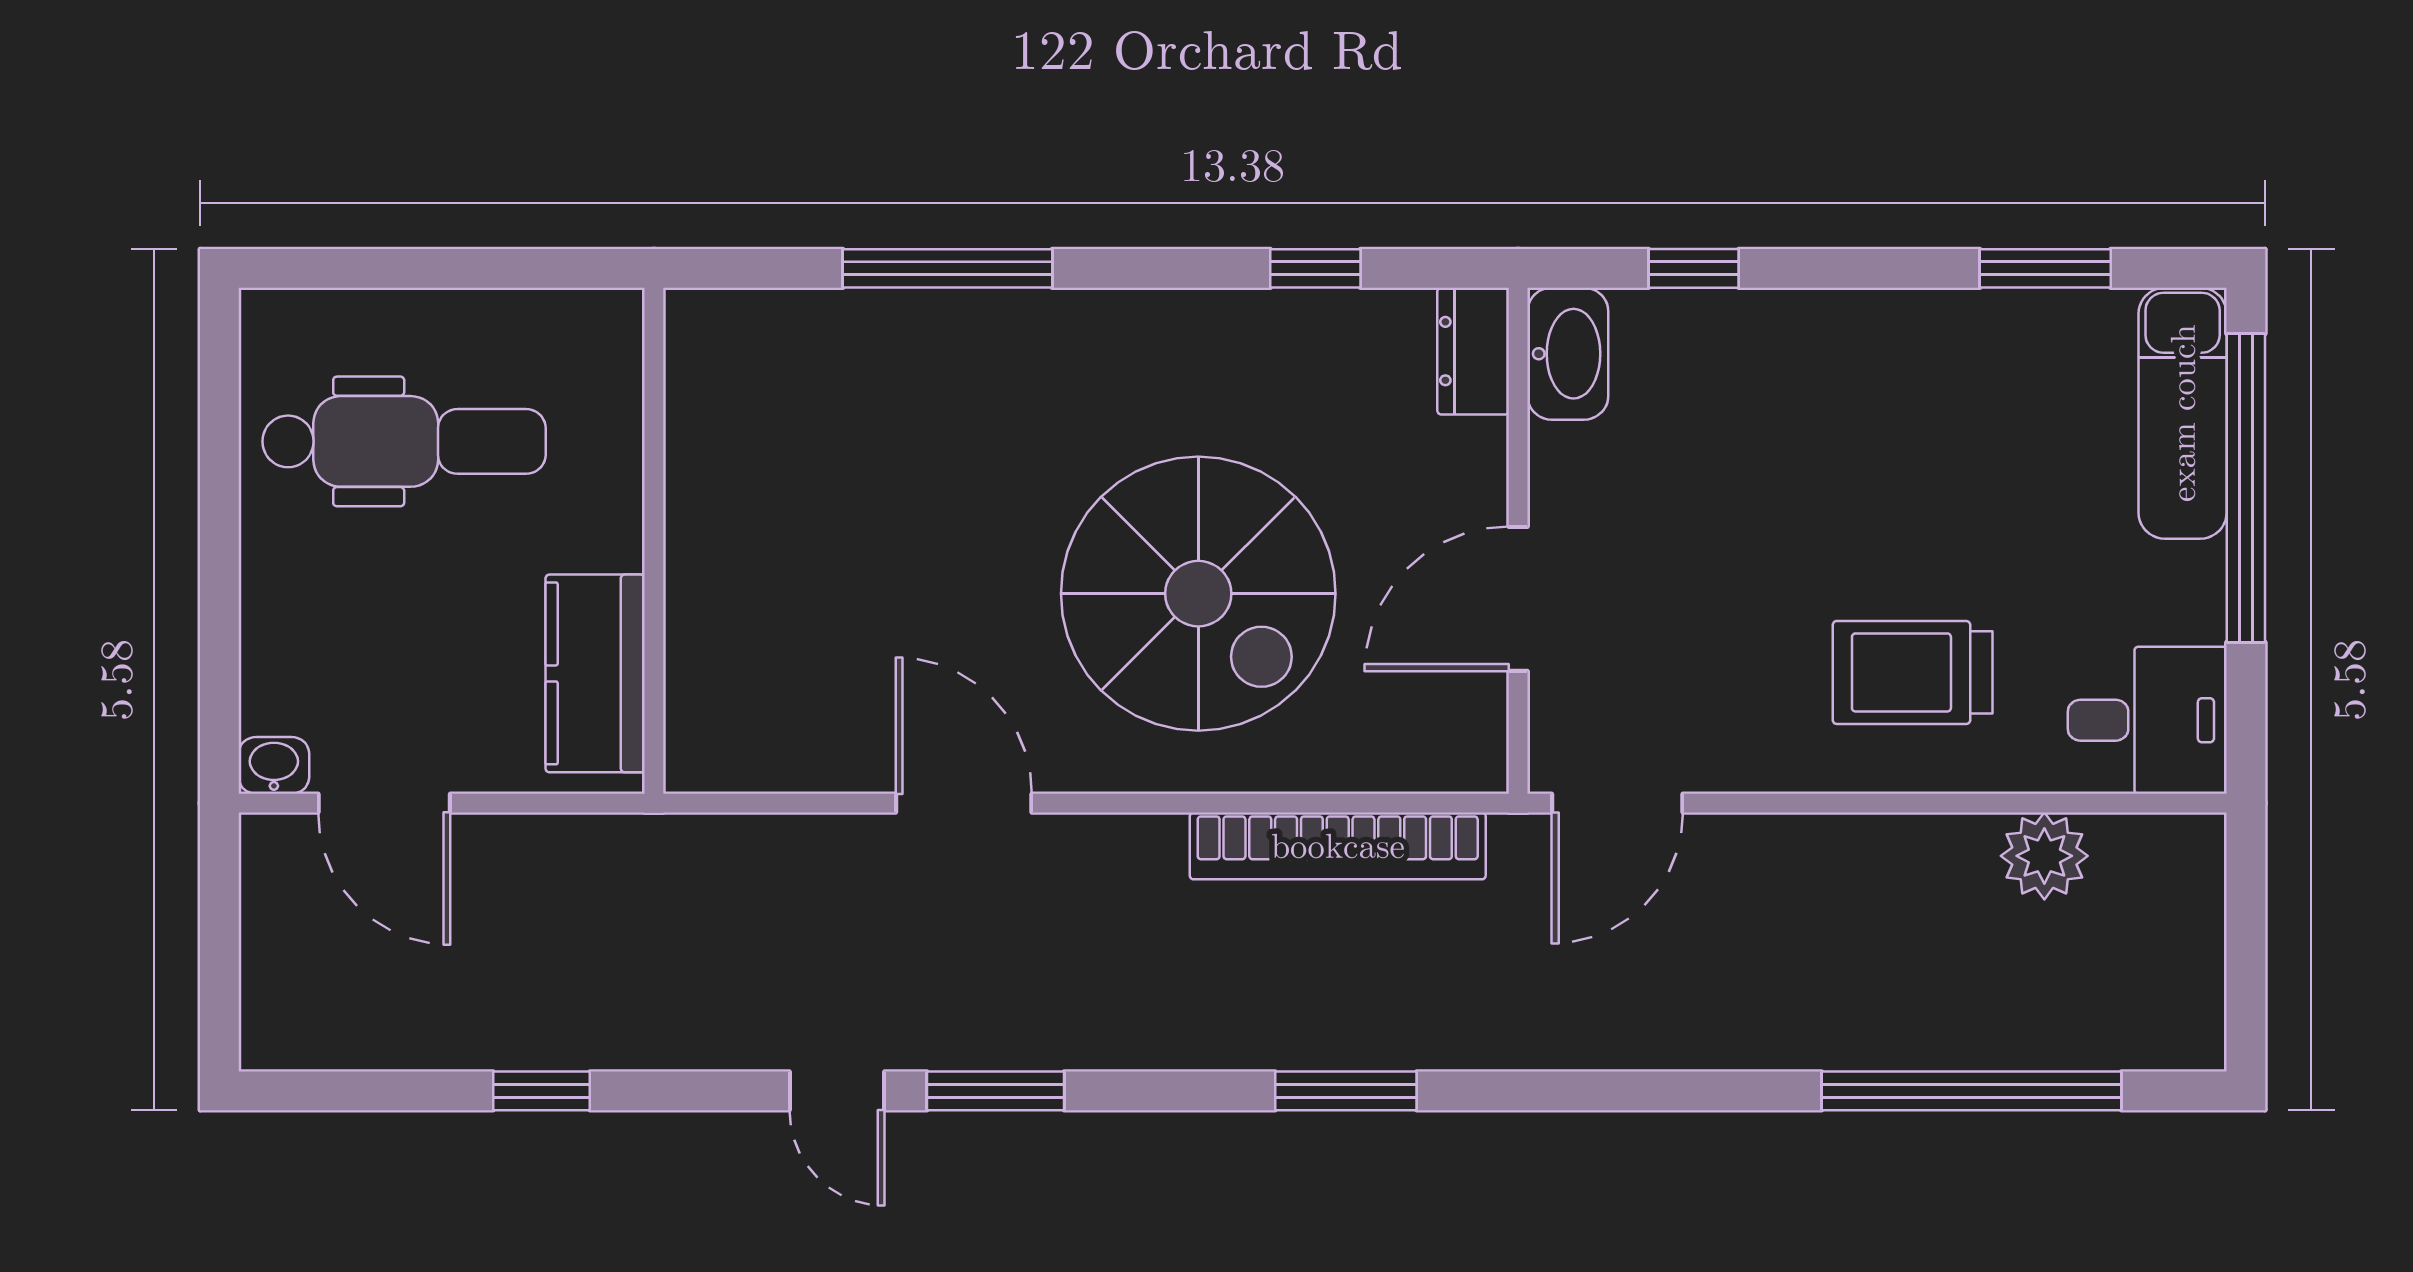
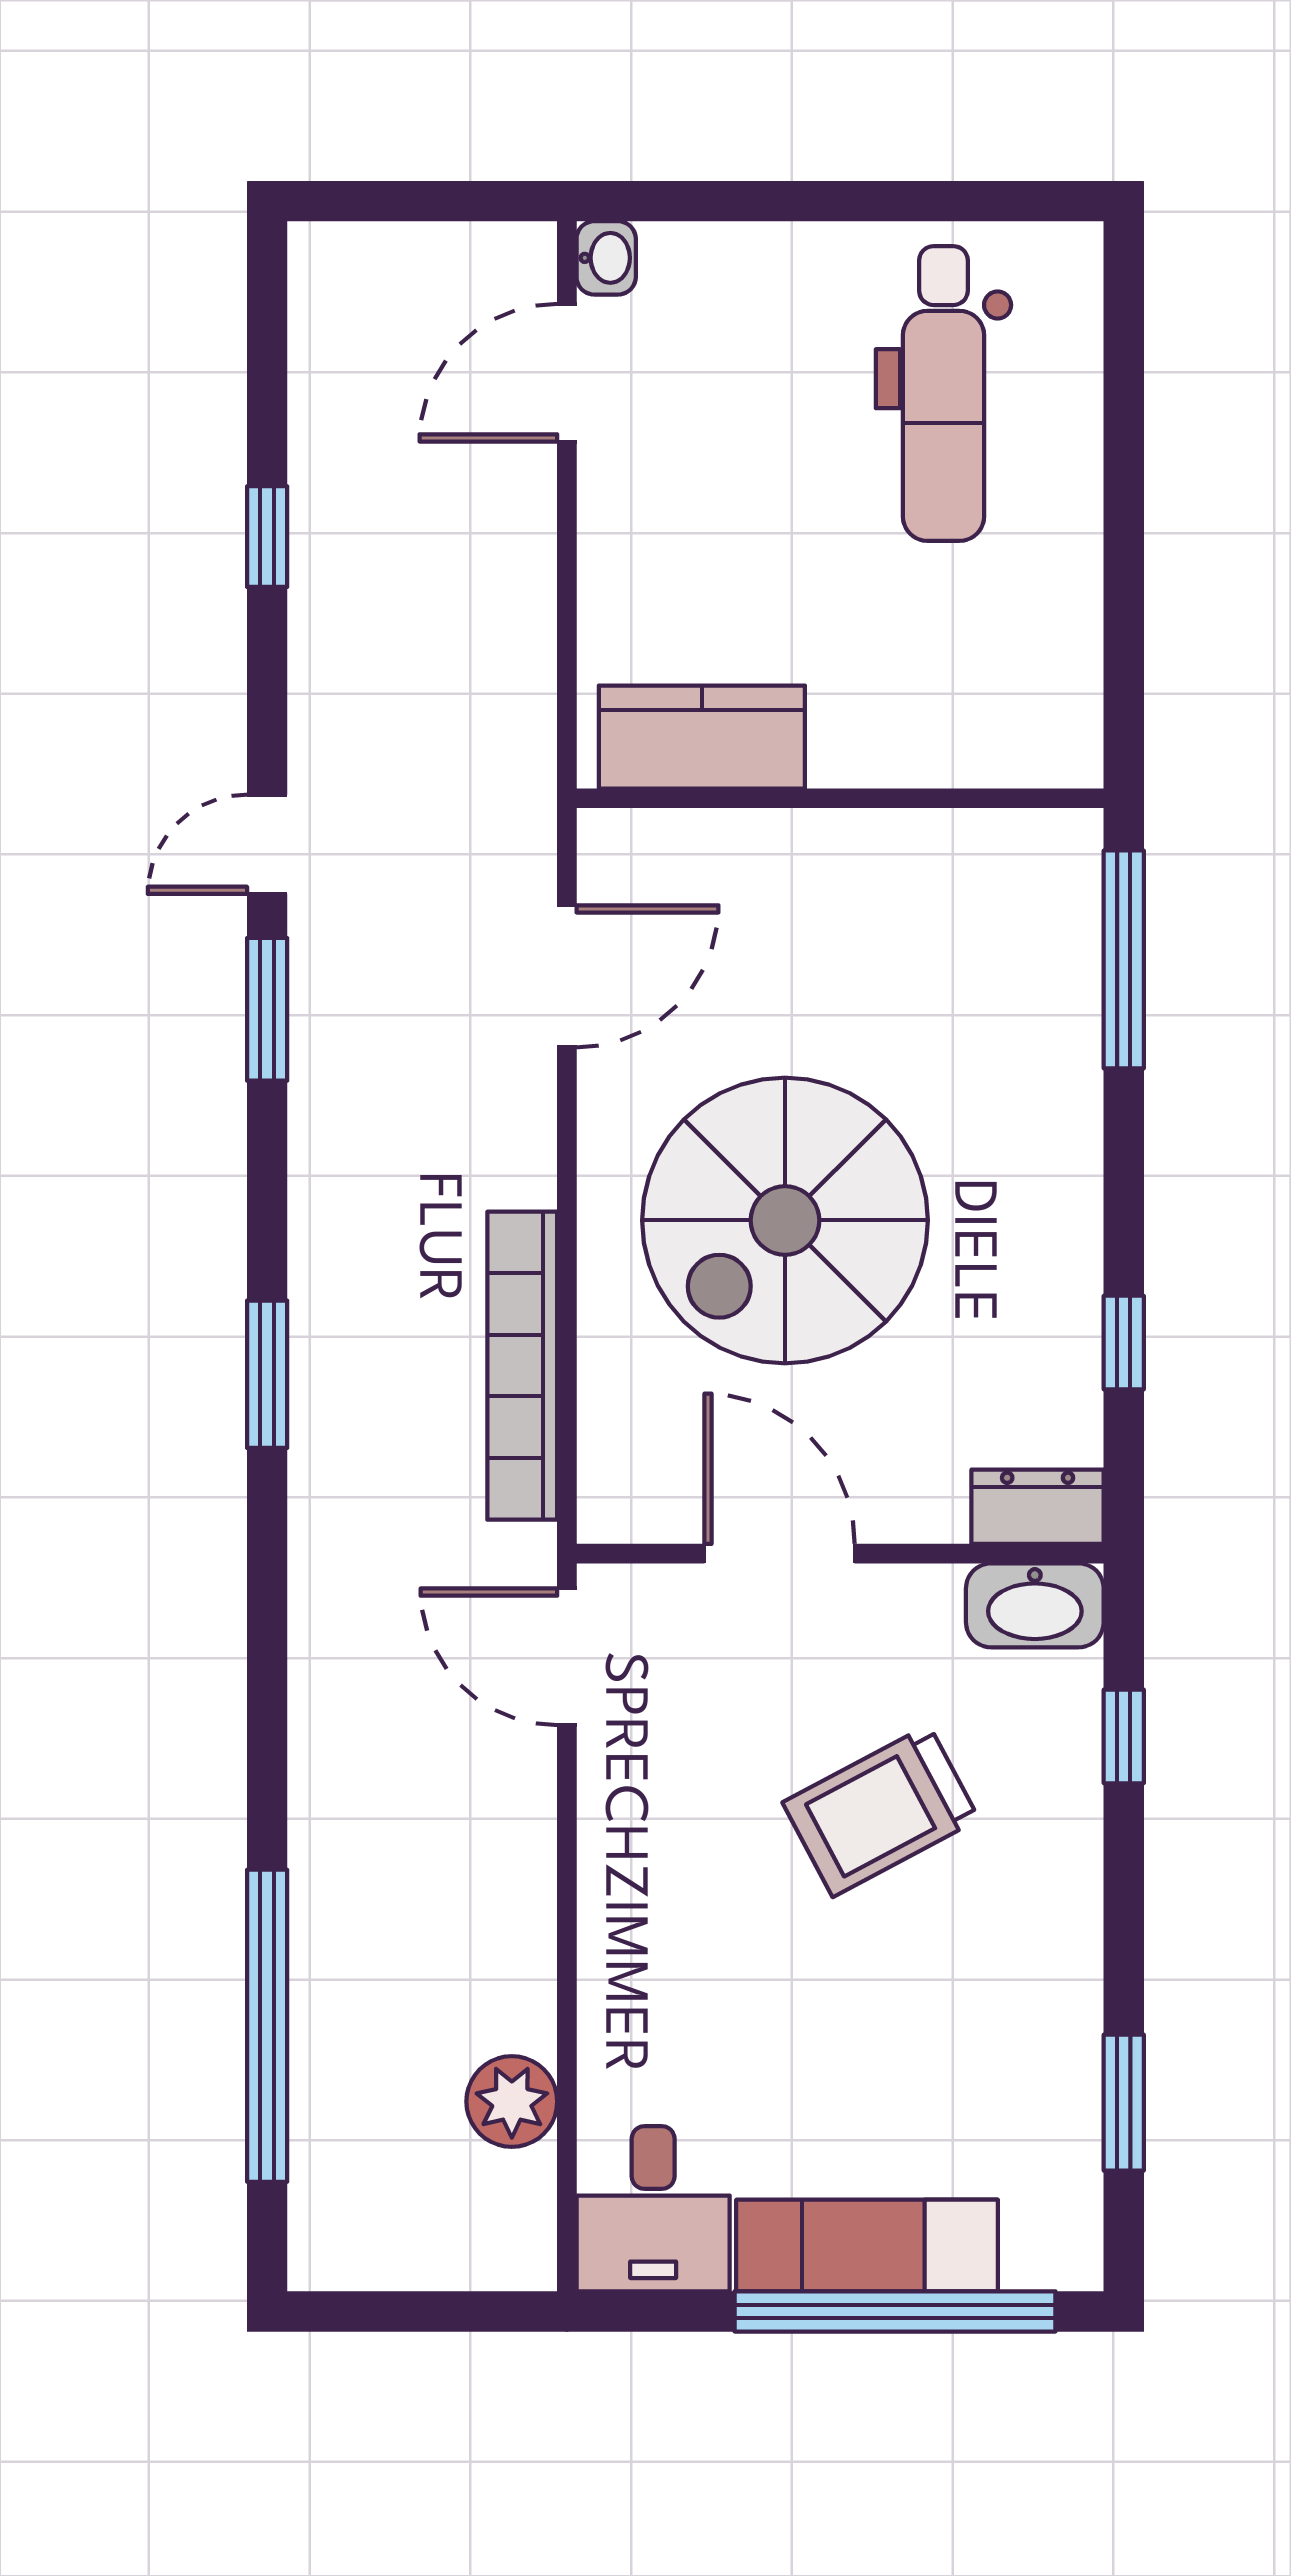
exam couch: (2183, 413) -> (867, 2246), moved
wall: (654, 541) -> (840, 798), moved
trolley: (1913, 672) -> (881, 1811), moved, turned -118
kitchen counter: (595, 673) -> (702, 737), moved

